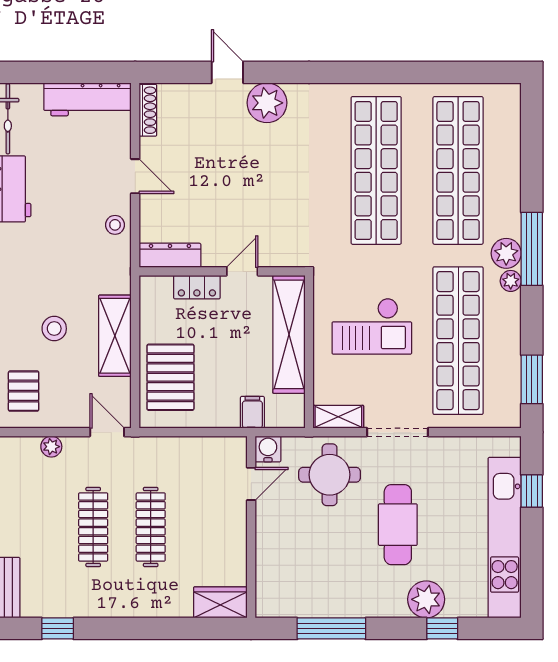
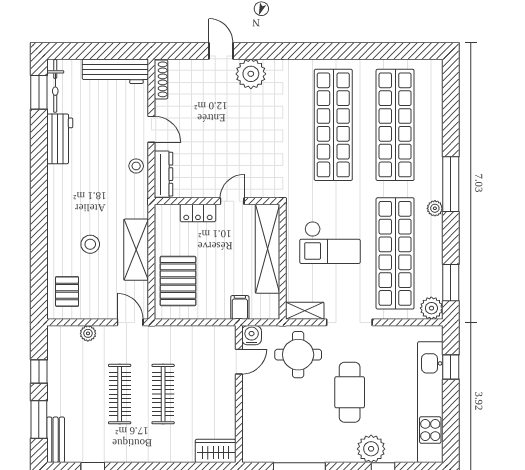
plant: (506, 253) -> (431, 308), moved
dresser: (170, 255) -> (163, 174), moved, turned 90

